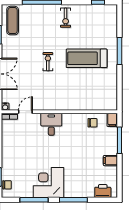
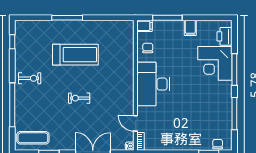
treadmill: (87, 58) -> (75, 55), turned -90
desk: (51, 124) -> (153, 84), width x1.87, depth x1.30
corner desk: (48, 183) -> (215, 63), moved

